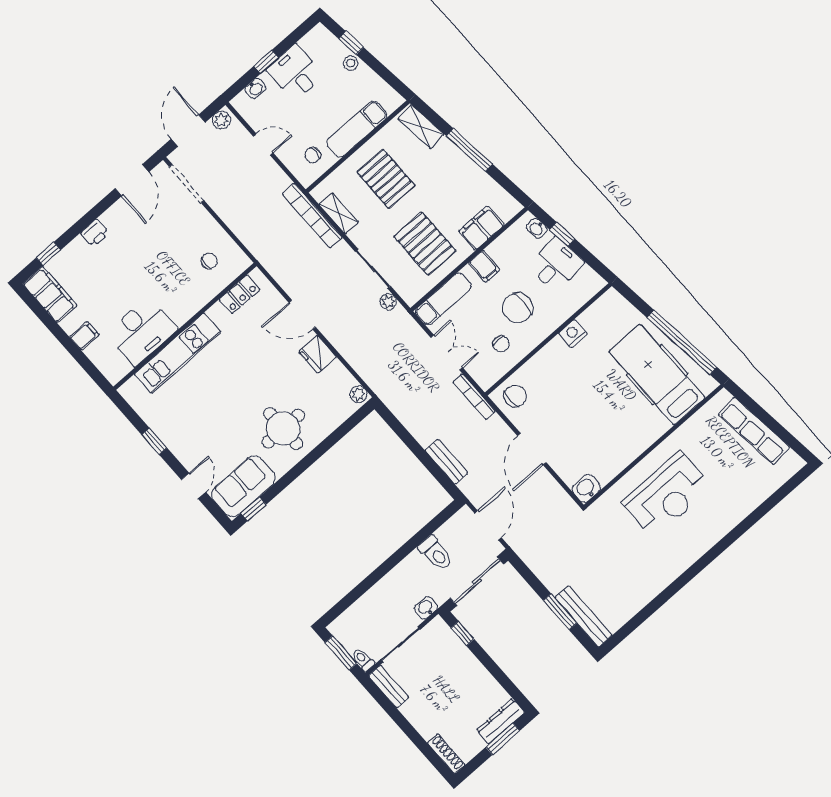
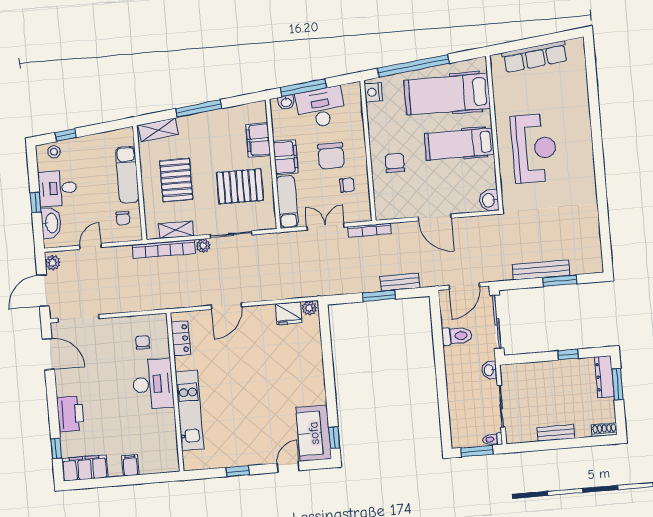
stool: (351, 63) -> (54, 152), moved
washbasin: (255, 88) -> (51, 223), width x1.91, depth x1.45
door: (188, 131) -> (43, 291), hinge flipped
pallet: (386, 179) -> (176, 180), turned 90
printer: (95, 233) -> (70, 414), width x1.87, depth x1.48
window: (562, 234) -> (303, 88), width x2.17
desk: (556, 265) -> (321, 108), width x1.37
filing cabinet: (484, 266) -> (286, 157), width x2.00
plant: (388, 302) -> (203, 246), moved
desk: (142, 331) -> (153, 384), moved
nightstand: (573, 334) -> (373, 92), moved
window: (682, 342) -> (413, 66), moved
fridge: (318, 354) -> (289, 313), moved
chair: (515, 396) -> (395, 163), moved
hospital bed: (619, 421) -> (459, 144), added
round table: (283, 429) -> (294, 377), removed
window: (419, 452) -> (379, 296), added
door: (194, 486) -> (288, 467), hinge flipped
door: (488, 525) -> (464, 286), swing flipped
bench: (583, 616) -> (541, 270), moved
window: (463, 633) -> (568, 355), moved
bench: (389, 687) -> (556, 433), moved
shoe rack: (446, 754) -> (604, 430), width x0.70

